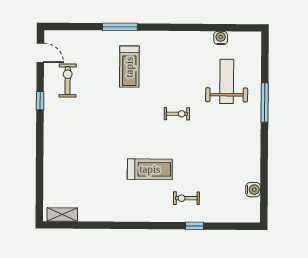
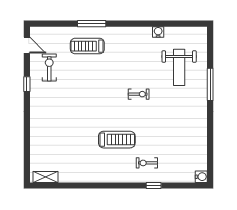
water cooler: (221, 38) -> (158, 32), moved
treadmill: (129, 67) -> (87, 46), moved, turned 90
weight bench: (227, 81) -> (179, 67), turned 180
water cooler: (253, 190) -> (201, 177), moved

